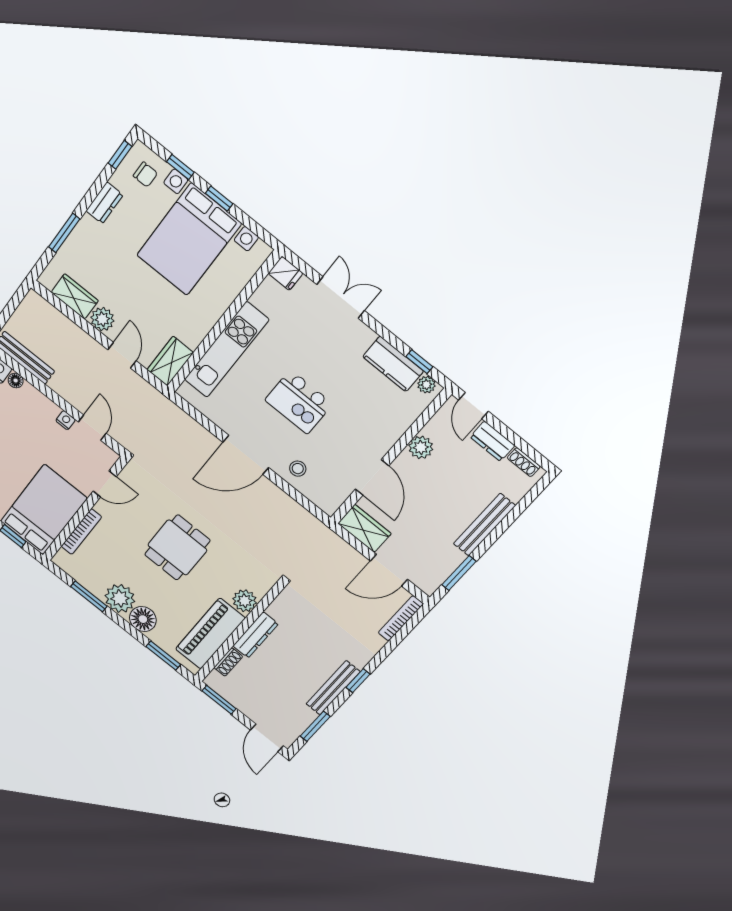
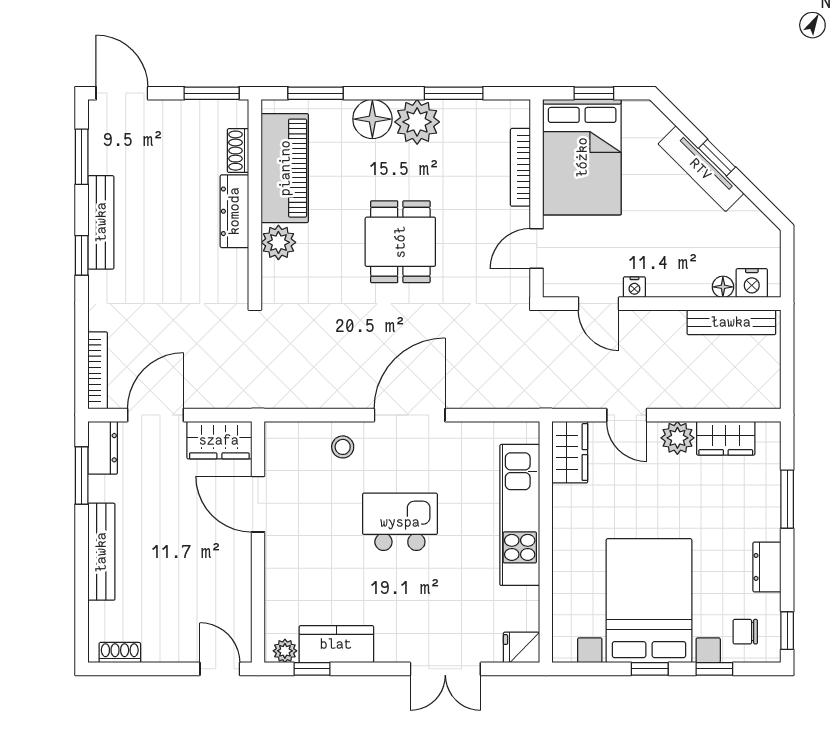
dresser: (492, 441) -> (103, 448), moved, turned 90
plant: (421, 447) -> (235, 580), removed

